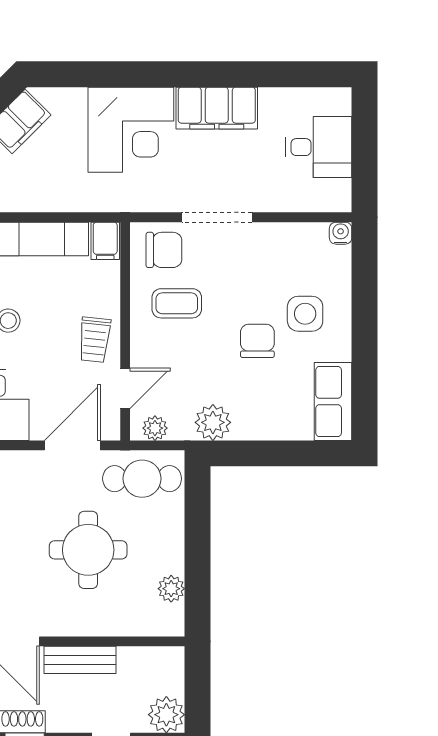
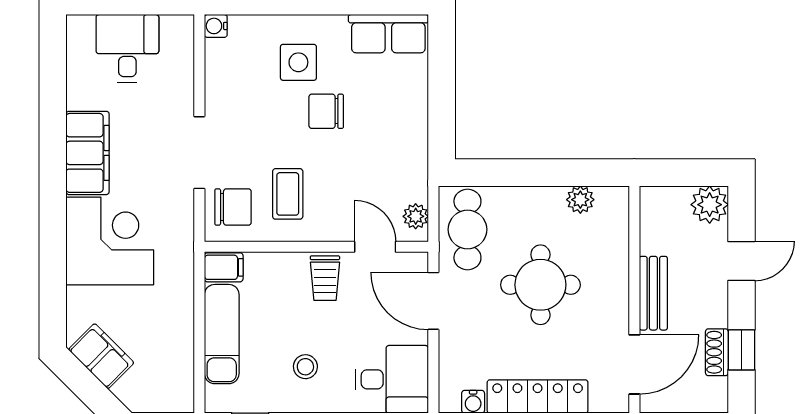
chair: (164, 250) -> (233, 207), turned 90
trolley: (95, 340) -> (325, 278), turned 84
plant: (213, 422) -> (410, 157), removed

